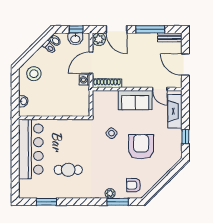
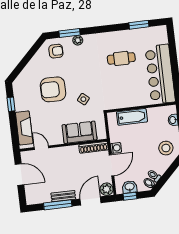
door: (117, 29) -> (91, 201), hinge flipped
bench: (170, 37) -> (63, 196), moved
sofa: (135, 100) -> (80, 132), moved
bathtub: (64, 109) -> (132, 117), added
armchair: (141, 147) -> (53, 89), turned 90

